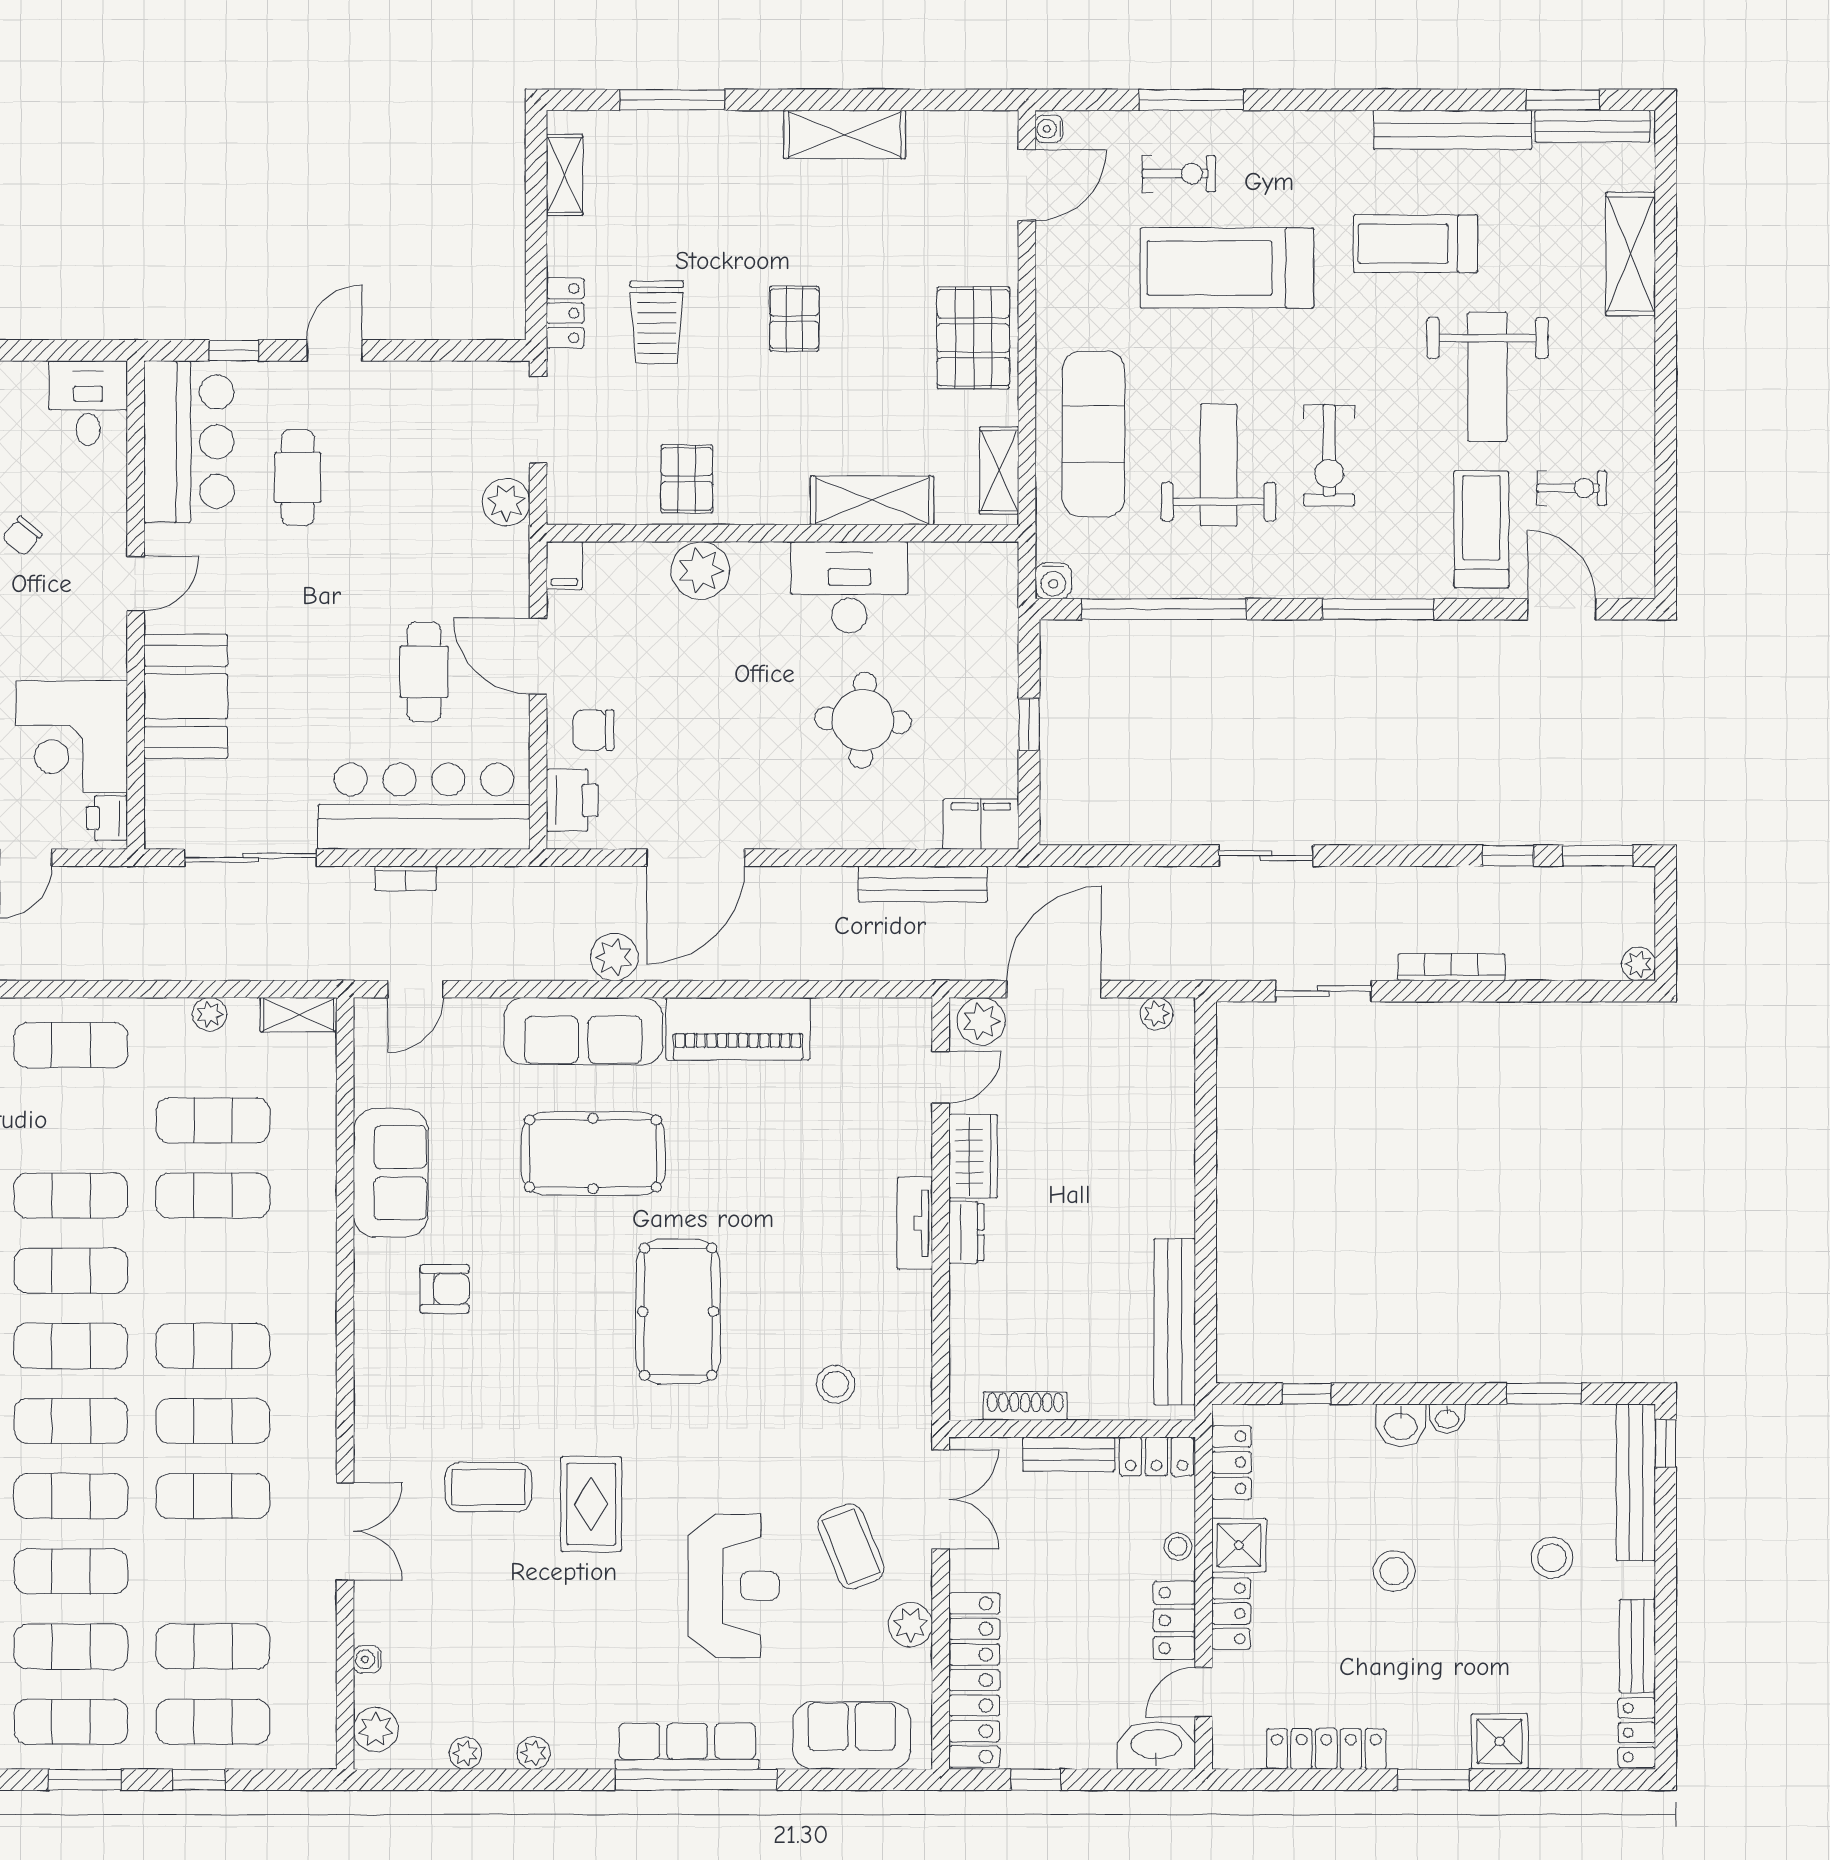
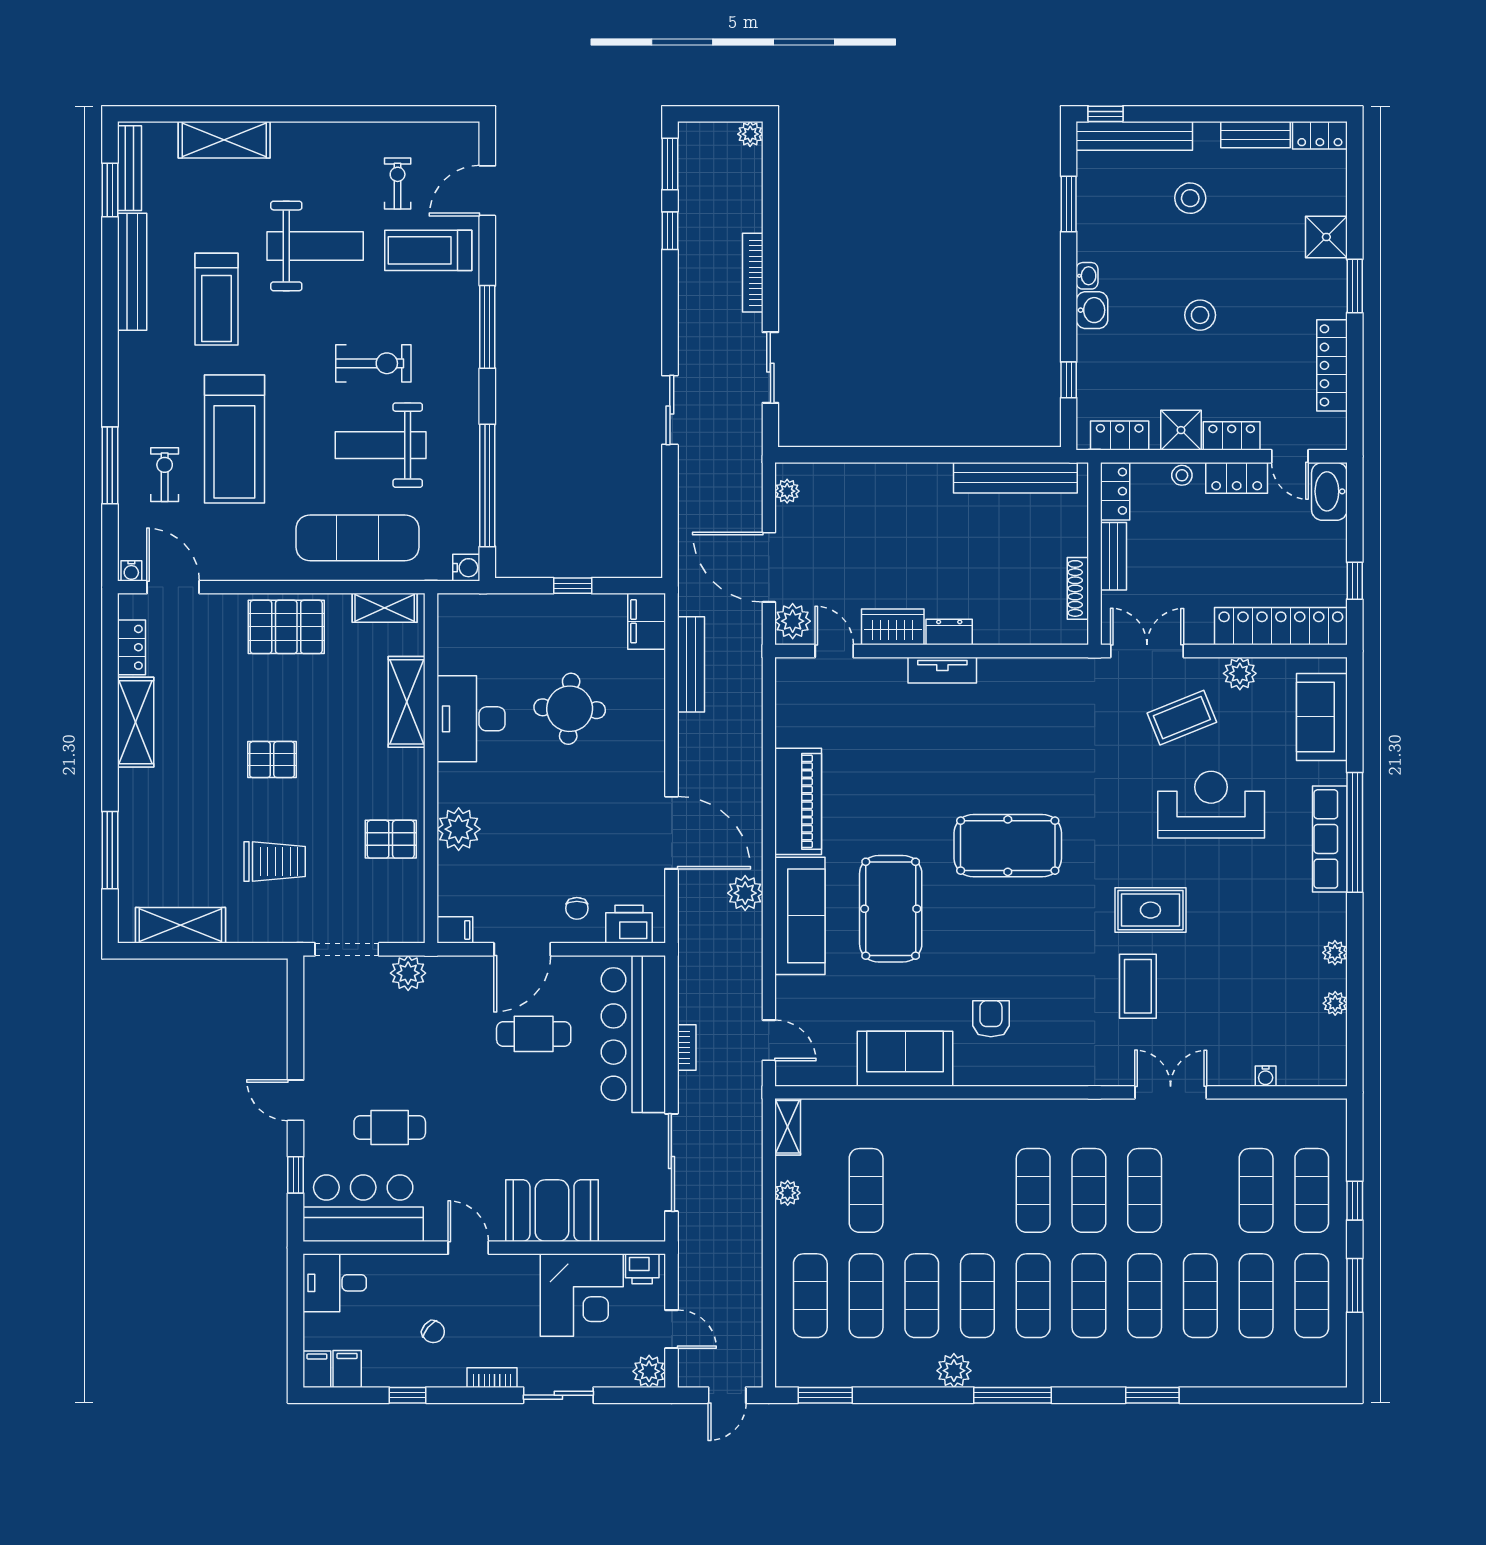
shelving: (565, 175) -> (180, 925), width x1.50, depth x1.33
locker: (565, 313) -> (131, 647), moved, turned 90
chair: (593, 730) -> (577, 908), width x0.73, depth x0.73
exercise mat: (213, 1195) -> (866, 1296), moved
stool: (835, 1384) -> (1062, 729), removed
plant: (376, 1729) -> (1318, 1070), removed

